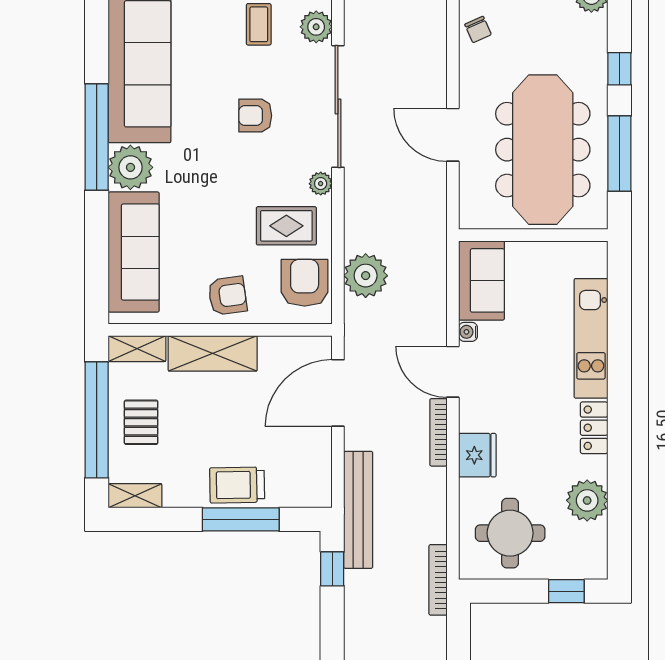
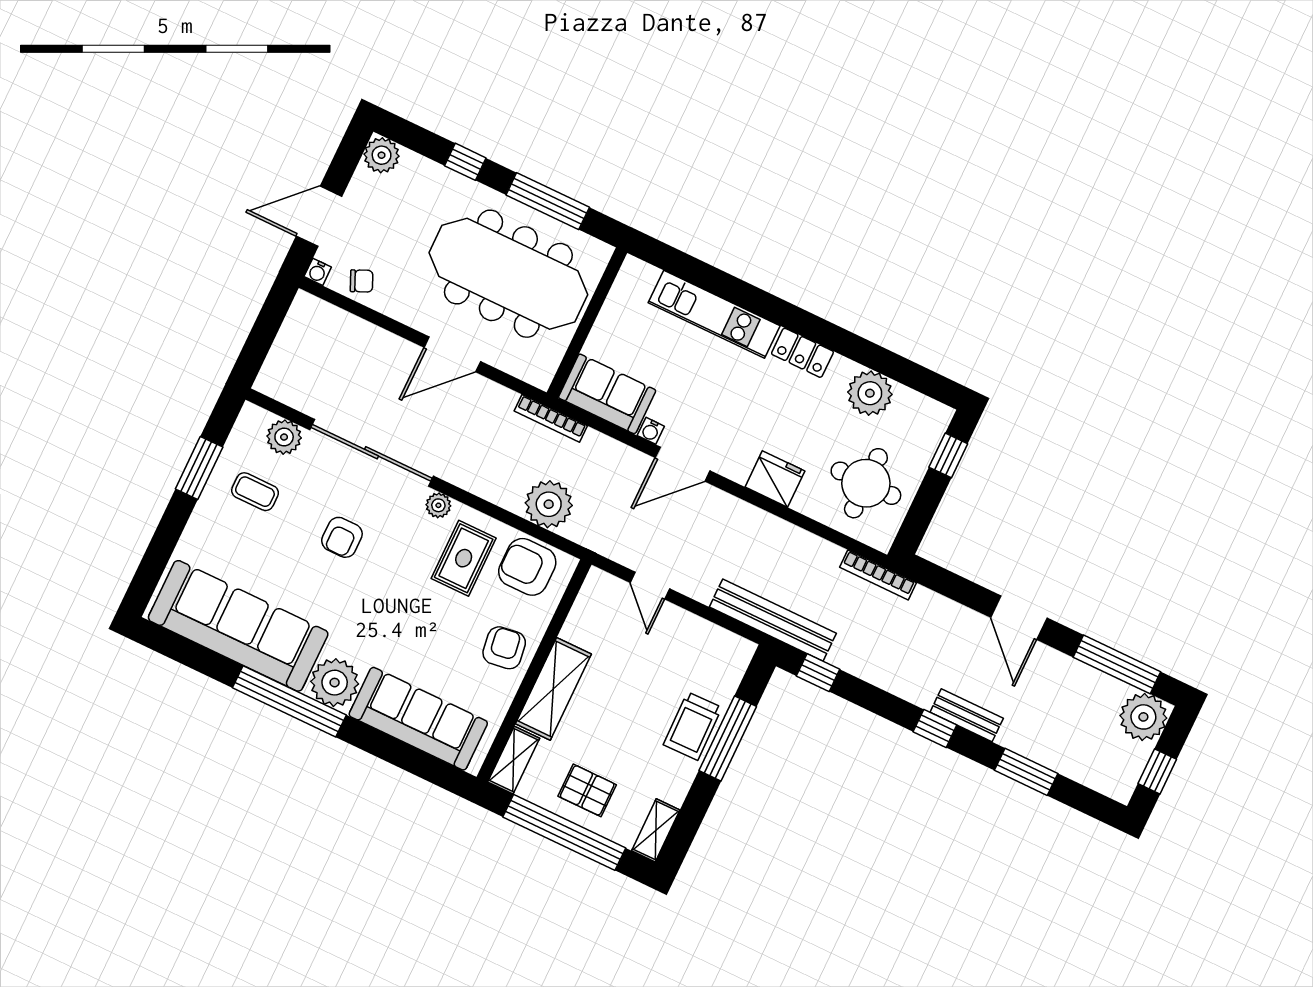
door: (338, 393) -> (650, 586), width x0.53
bookcase: (438, 432) -> (551, 418), moved

